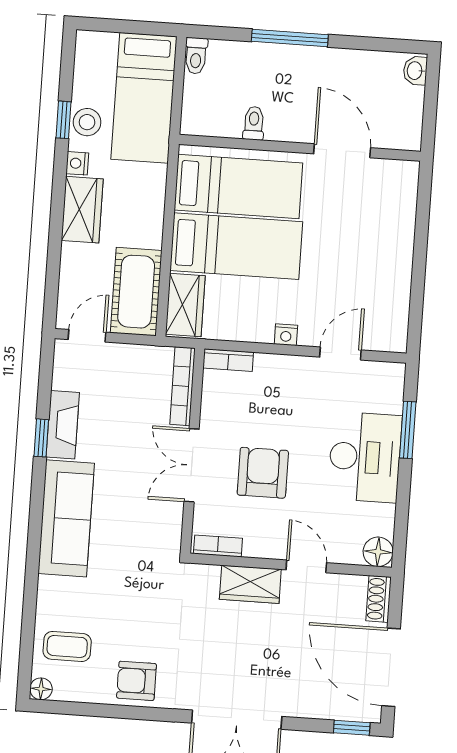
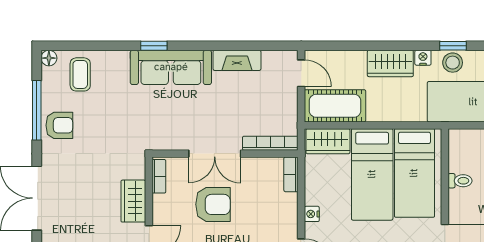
window: (41, 438) -> (154, 46), moved
double door: (192, 465) -> (215, 154), swing flipped
armchair: (136, 681) -> (59, 125), turned 90
window: (113, 711) -> (37, 110), added

